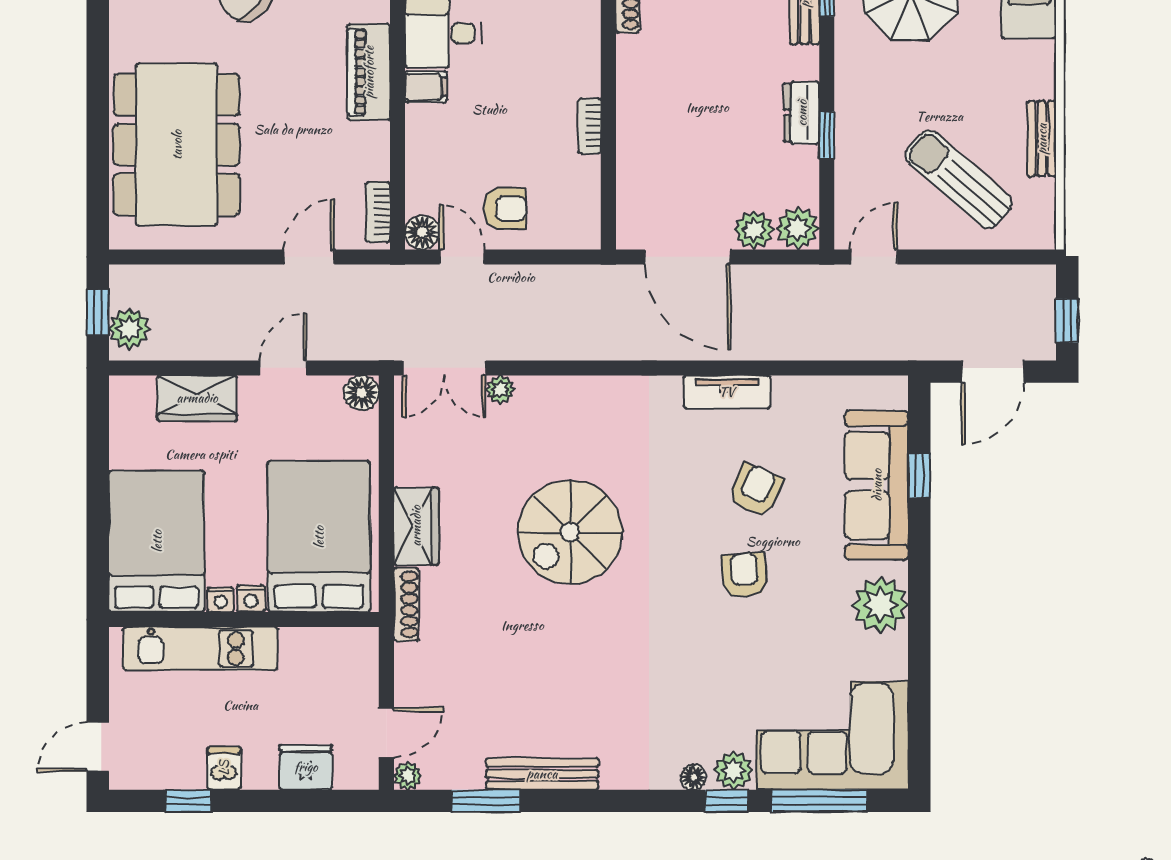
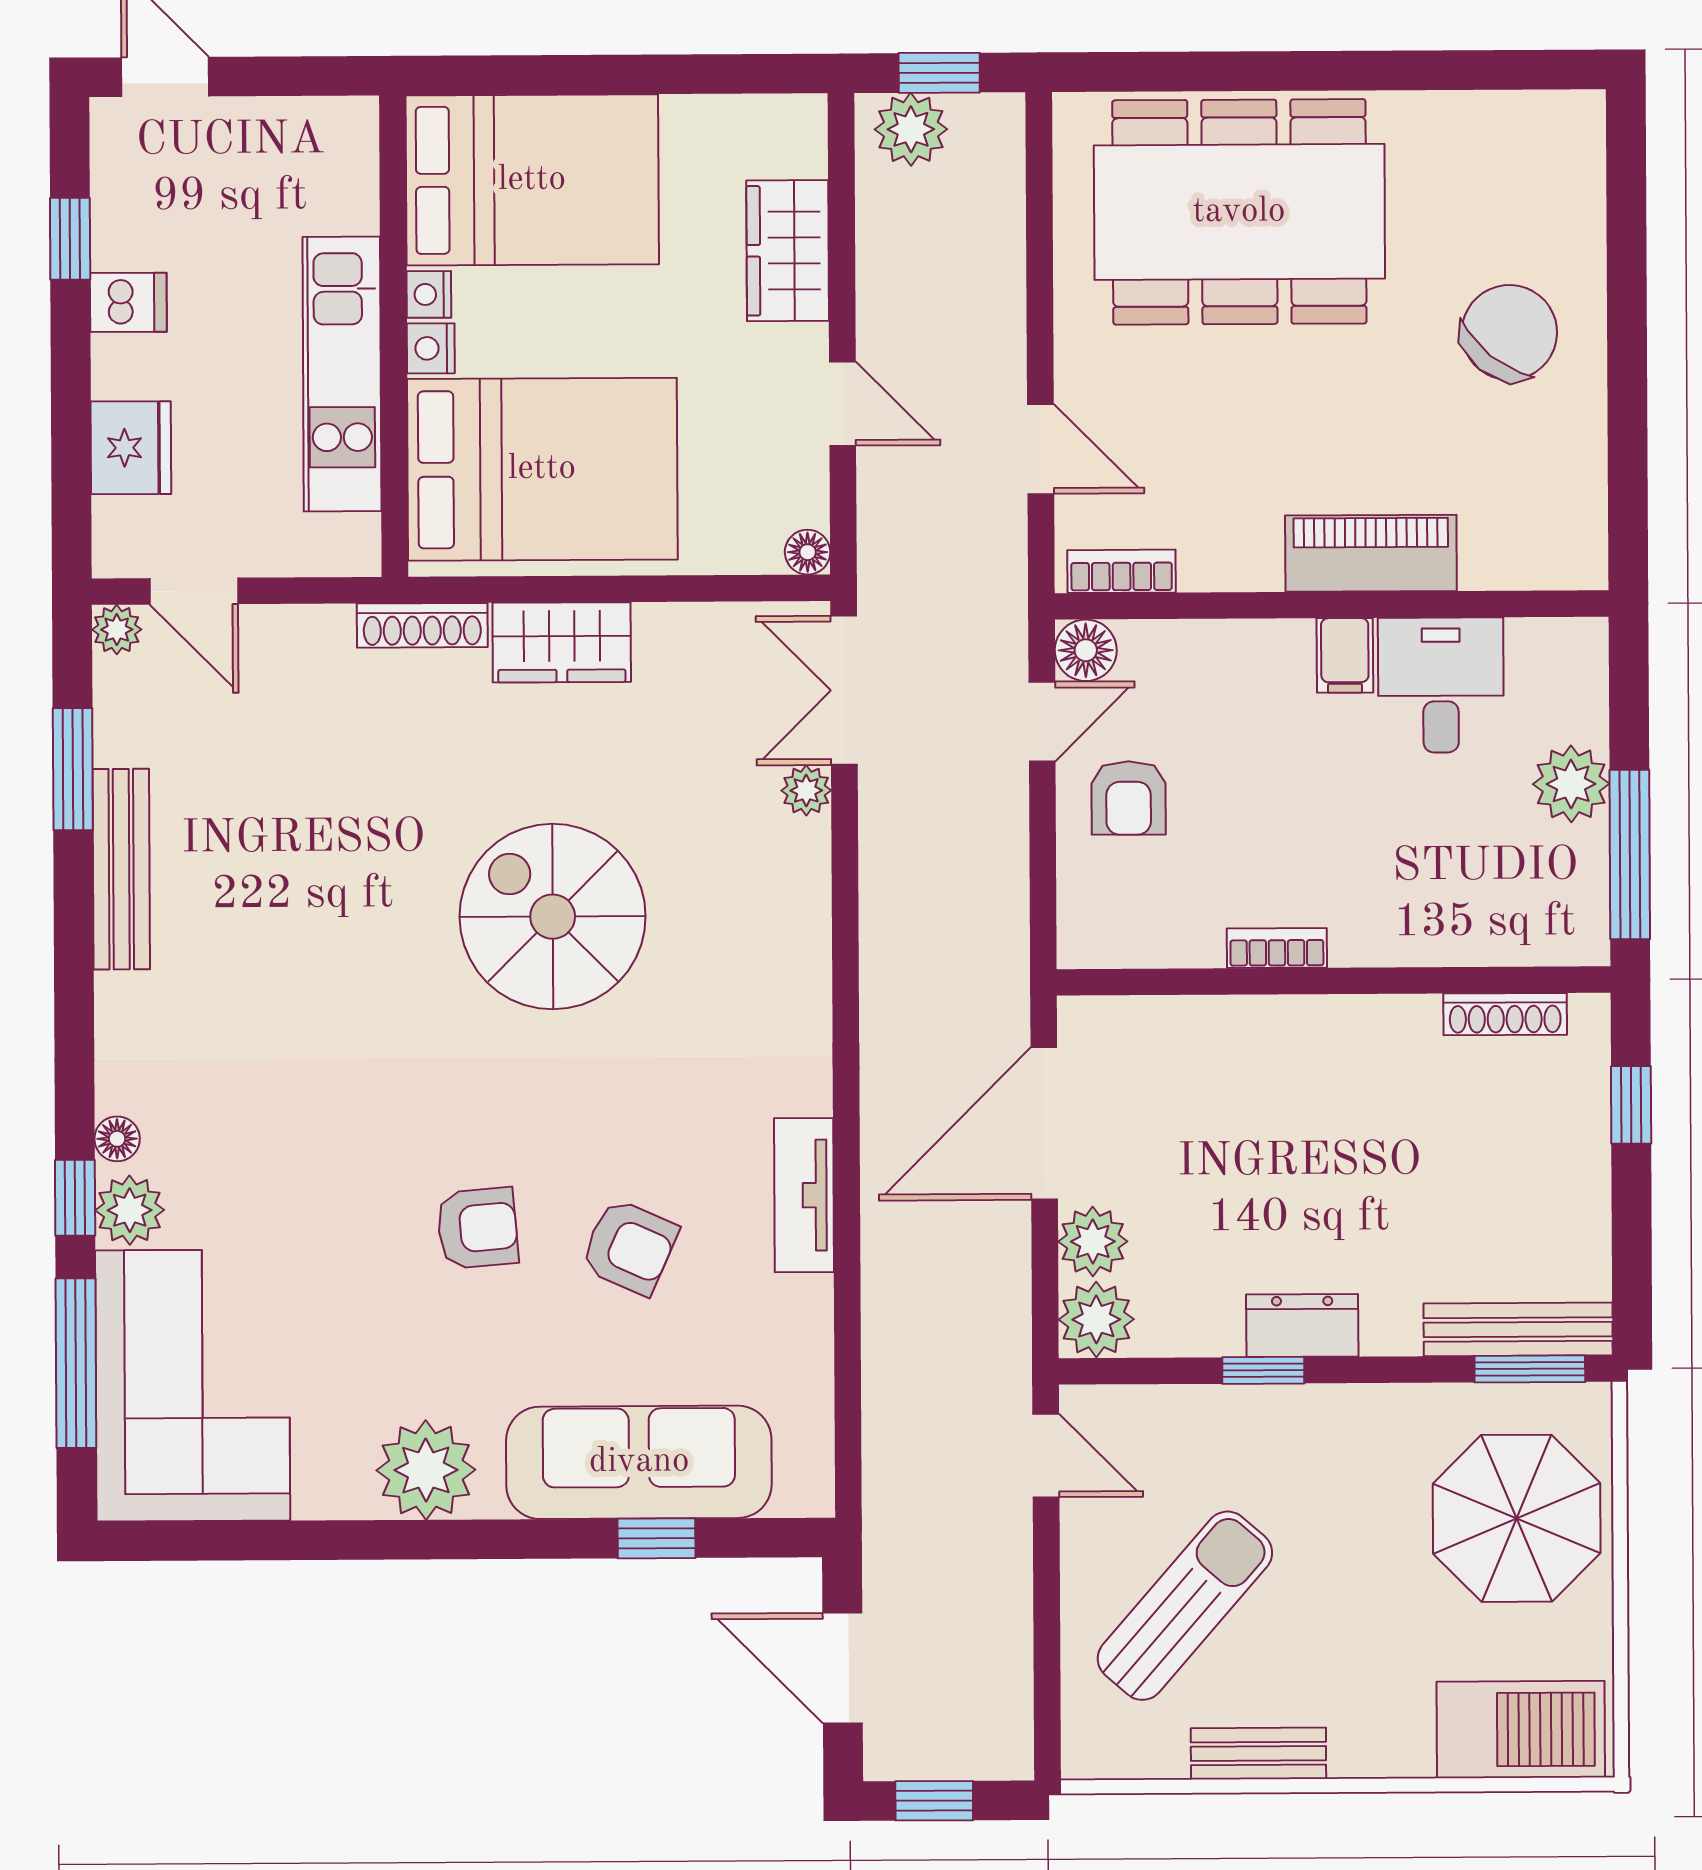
floor lamp: (362, 393) -> (808, 552), width x0.73, depth x0.73
kitchen unit: (200, 649) -> (342, 374), moved

